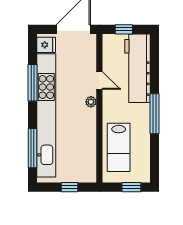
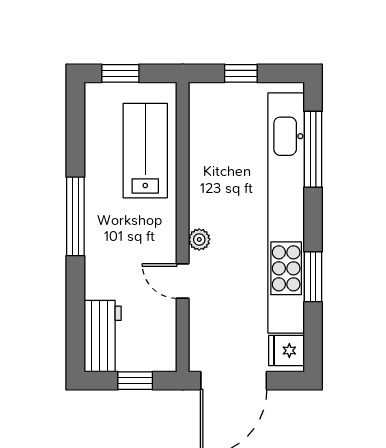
workbench: (138, 68) -> (103, 336), width x0.53, depth x0.76
window: (32, 83) -> (313, 277), width x0.69

